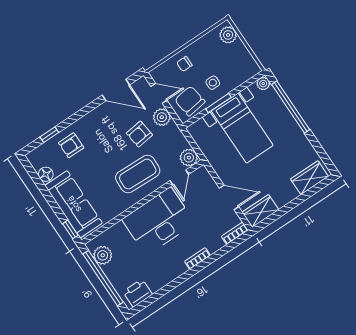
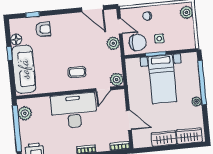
plant: (263, 84) -> (197, 101), moved
chair: (190, 101) -> (138, 42), turned 98
armchair: (139, 134) -> (92, 46), removed
armchair: (71, 145) -> (43, 29), turned 180
coffee table: (138, 174) -> (77, 72), width x0.54, depth x0.58
wardrobe: (260, 211) -> (164, 139), moved
window: (70, 229) -> (10, 53), moved

